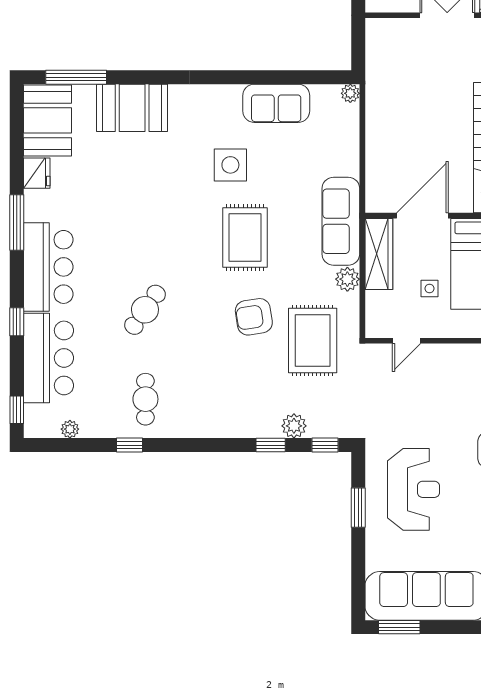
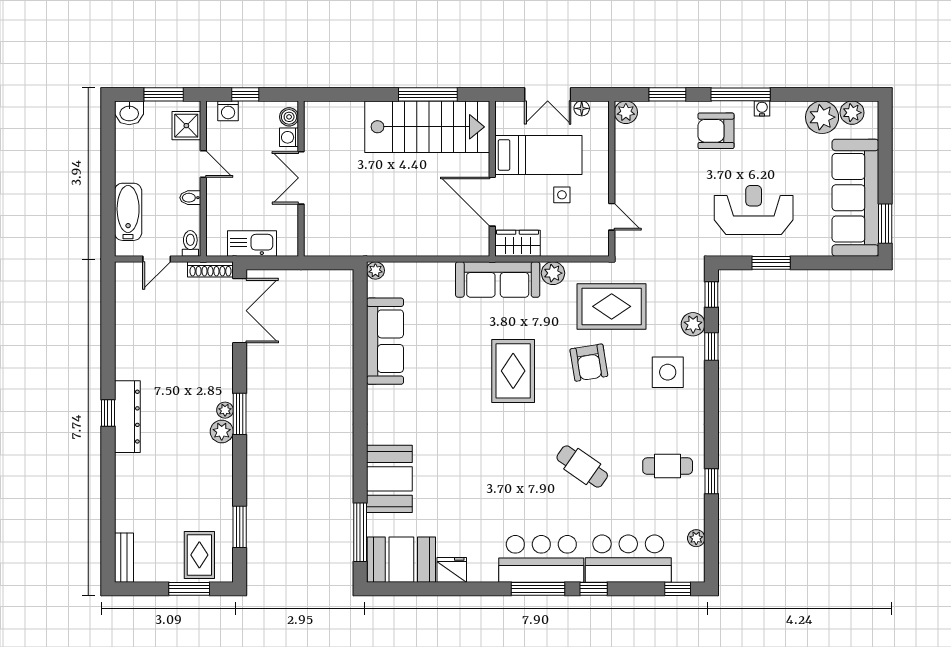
sofa: (276, 103) -> (385, 341), width x1.36
side table: (230, 165) -> (668, 372), moved
window: (17, 222) -> (538, 589), moved
rug: (245, 237) -> (513, 371), turned 90
wardrobe: (379, 254) -> (518, 243), width x0.67

